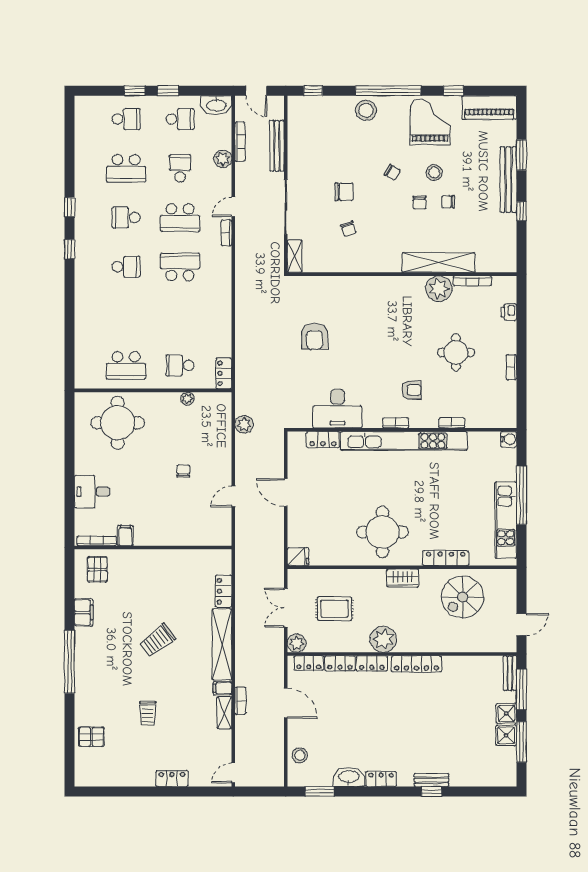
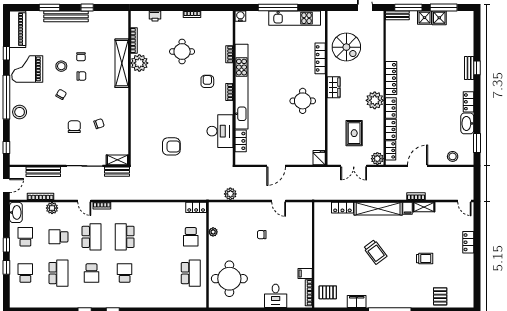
bench: (277, 255) -> (117, 172), added
round table: (382, 532) -> (303, 101), width x0.73, depth x0.73

